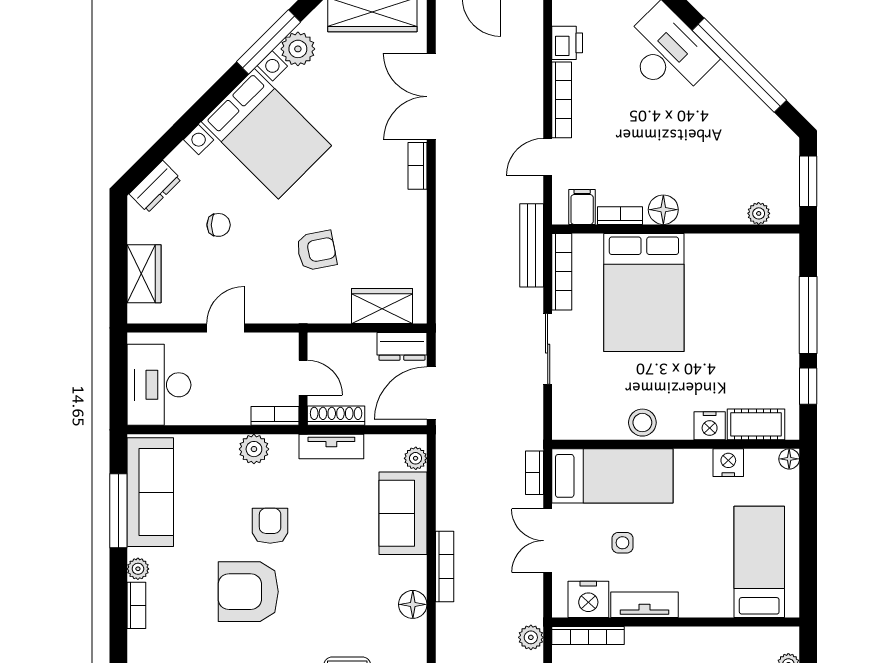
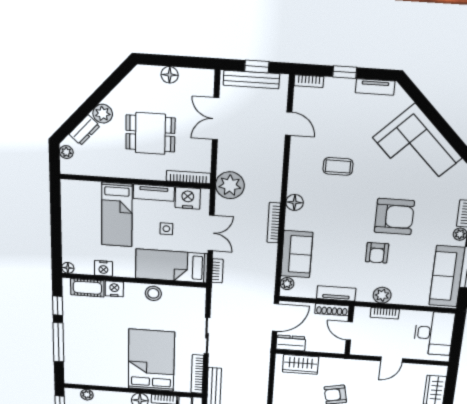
bookcase: (275, 416) -> (385, 313), moved
bed: (759, 562) -> (117, 215), moved
plant: (531, 637) -> (230, 185), width x1.88, depth x1.88

